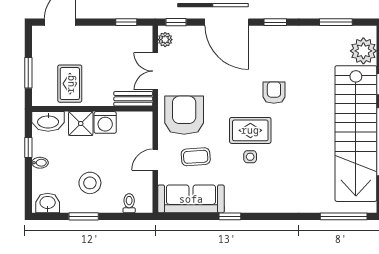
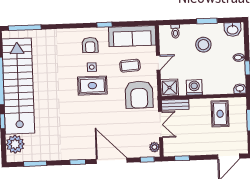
armchair: (274, 93) -> (90, 45), moved
washbasin: (48, 121) -> (240, 89), width x0.52, depth x0.69
shower: (81, 124) -> (169, 88), moved

